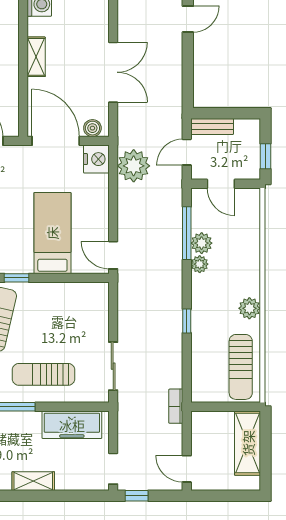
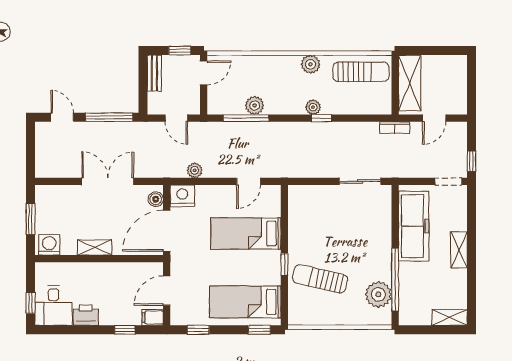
window: (188, 74) -> (109, 117), added
bench: (212, 126) -> (154, 73), moved
plant: (134, 166) -> (195, 170), width x0.53, depth x0.53
door: (221, 184) -> (204, 73), moved
door: (113, 255) -> (249, 181), moved
plant: (200, 264) -> (313, 107), moved
sun lounger: (43, 374) -> (367, 241), removed
freezer: (72, 425) -> (414, 226), width x1.36, depth x1.26
shelving: (248, 443) -> (410, 83), moved, turned 90
door: (187, 469) -> (434, 118), moved

